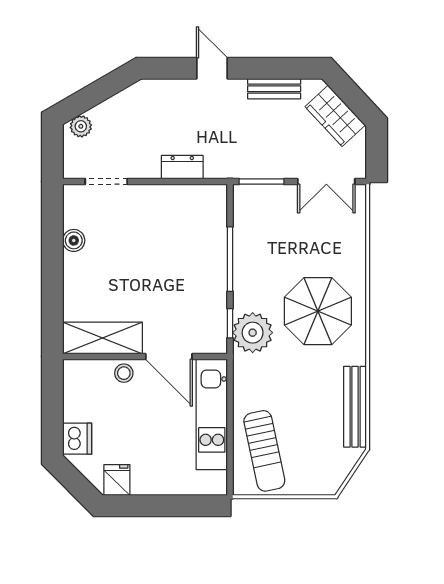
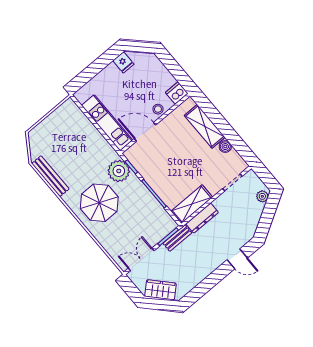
door: (212, 68) -> (237, 259), moved
bench: (274, 89) -> (177, 238), moved
dresser: (182, 167) -> (202, 218), width x1.44
shelving: (189, 199) -> (192, 204), added
shelving: (103, 338) -> (205, 126), moved, turned 90
dishwasher: (77, 439) -> (177, 93), moved, turned 90
sun lounger: (264, 451) -> (72, 126), removed

